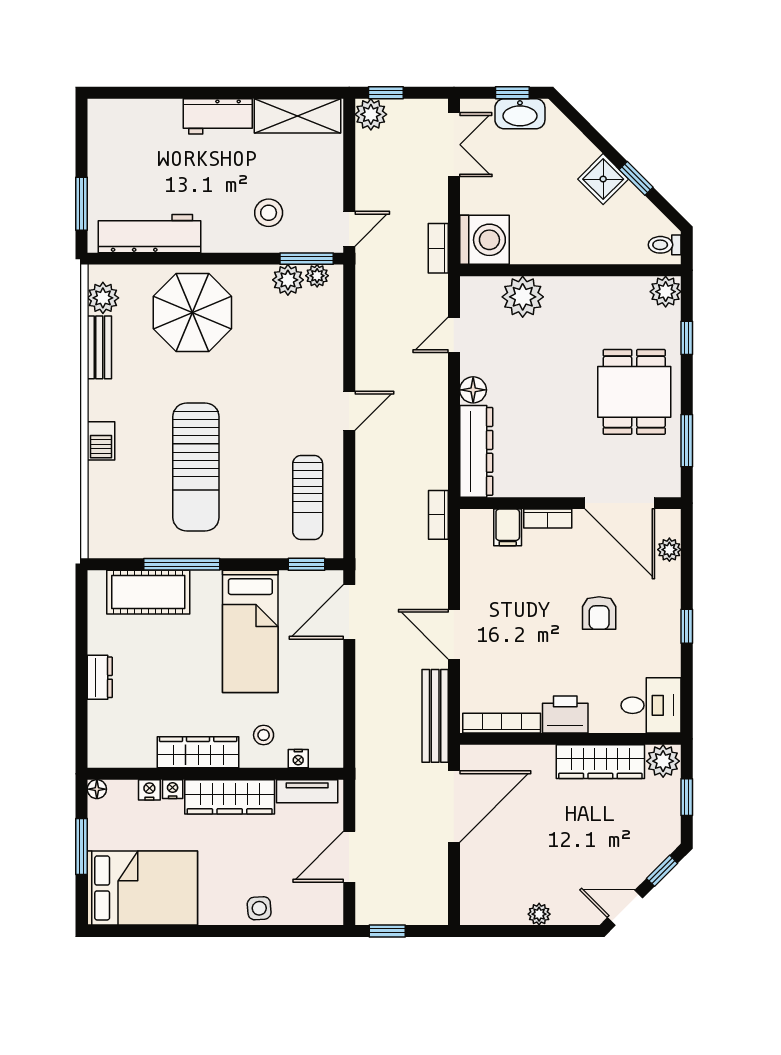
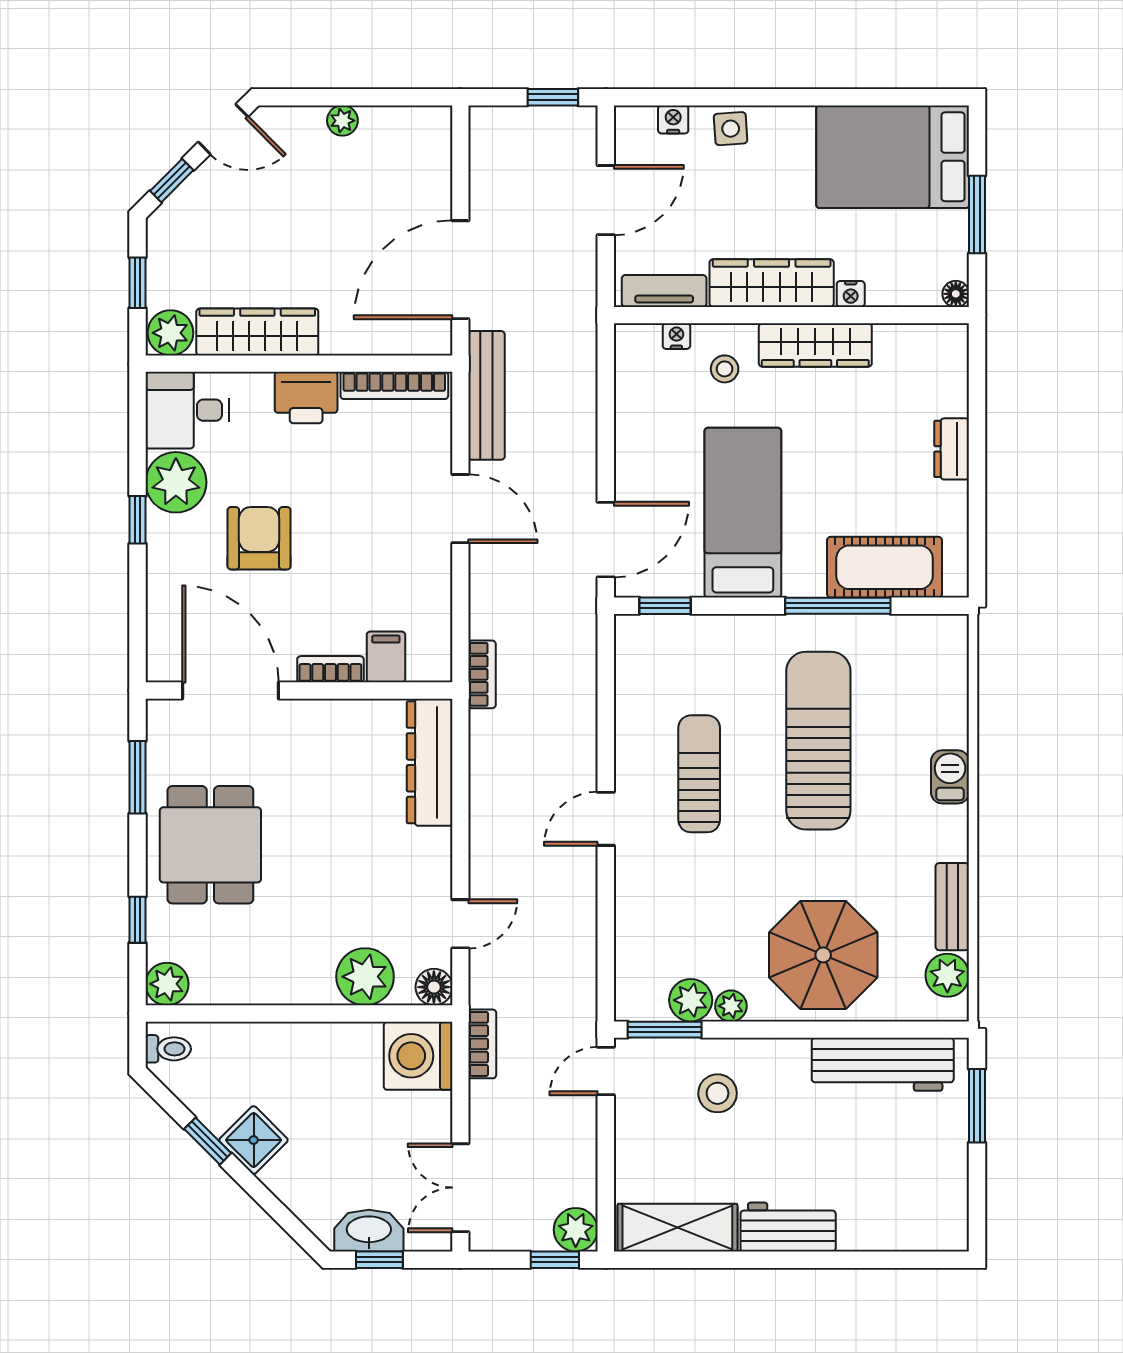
plant: (317, 276) -> (731, 1006), moved
floor lamp: (473, 390) -> (434, 987), moved
sun lounger: (308, 497) -> (699, 774), moved
plant: (669, 550) -> (176, 482), moved, width x1.87, depth x1.87
armchair: (599, 613) -> (259, 538), width x1.38, depth x1.38
nightstand: (149, 790) -> (673, 119), moved, turned 180

